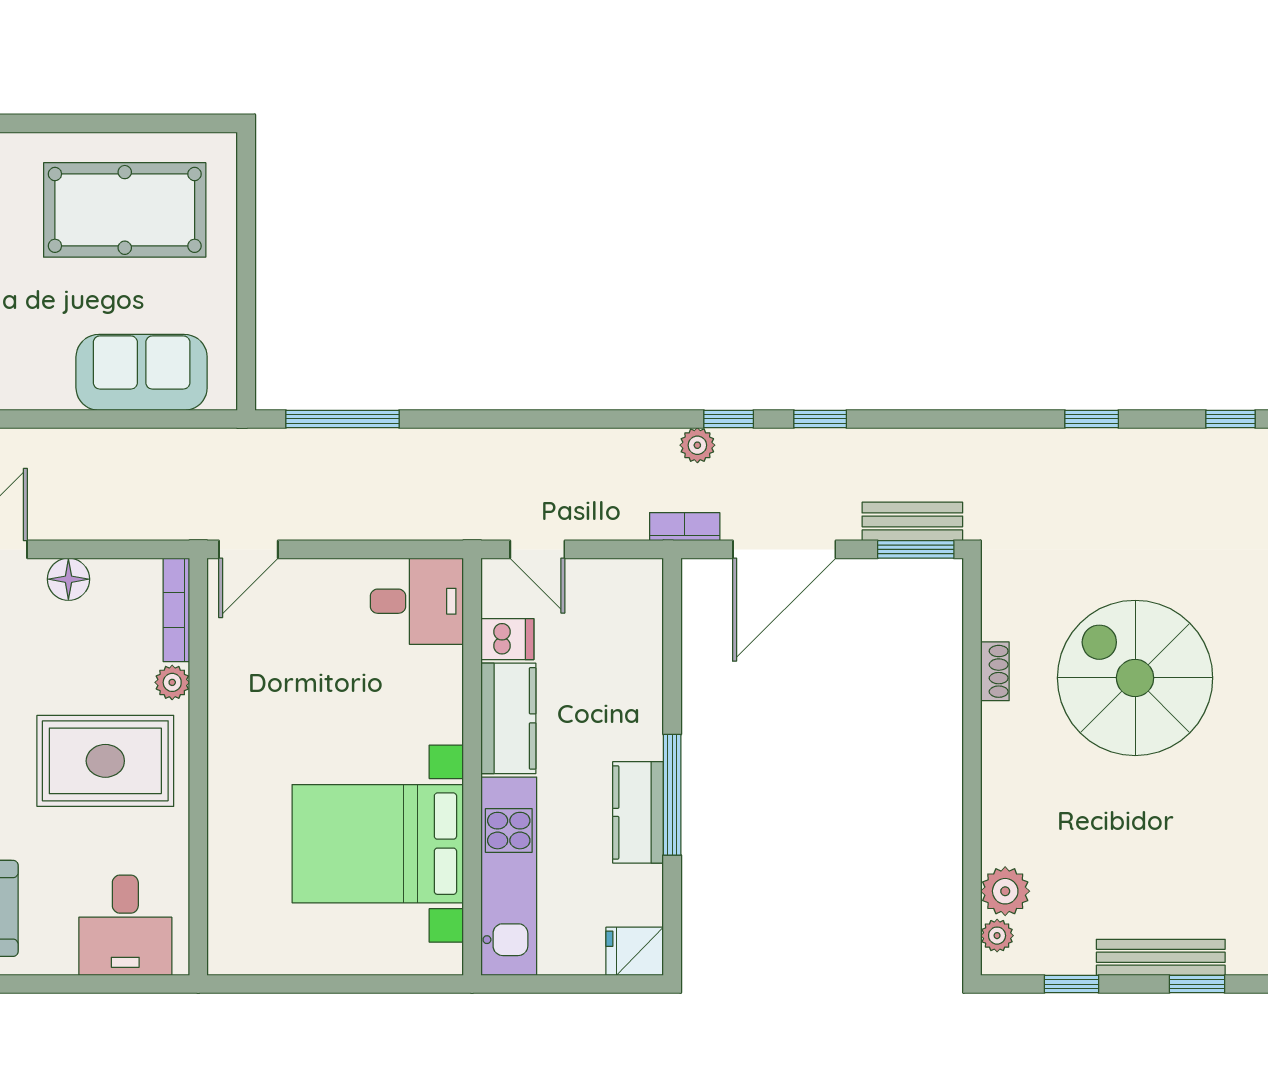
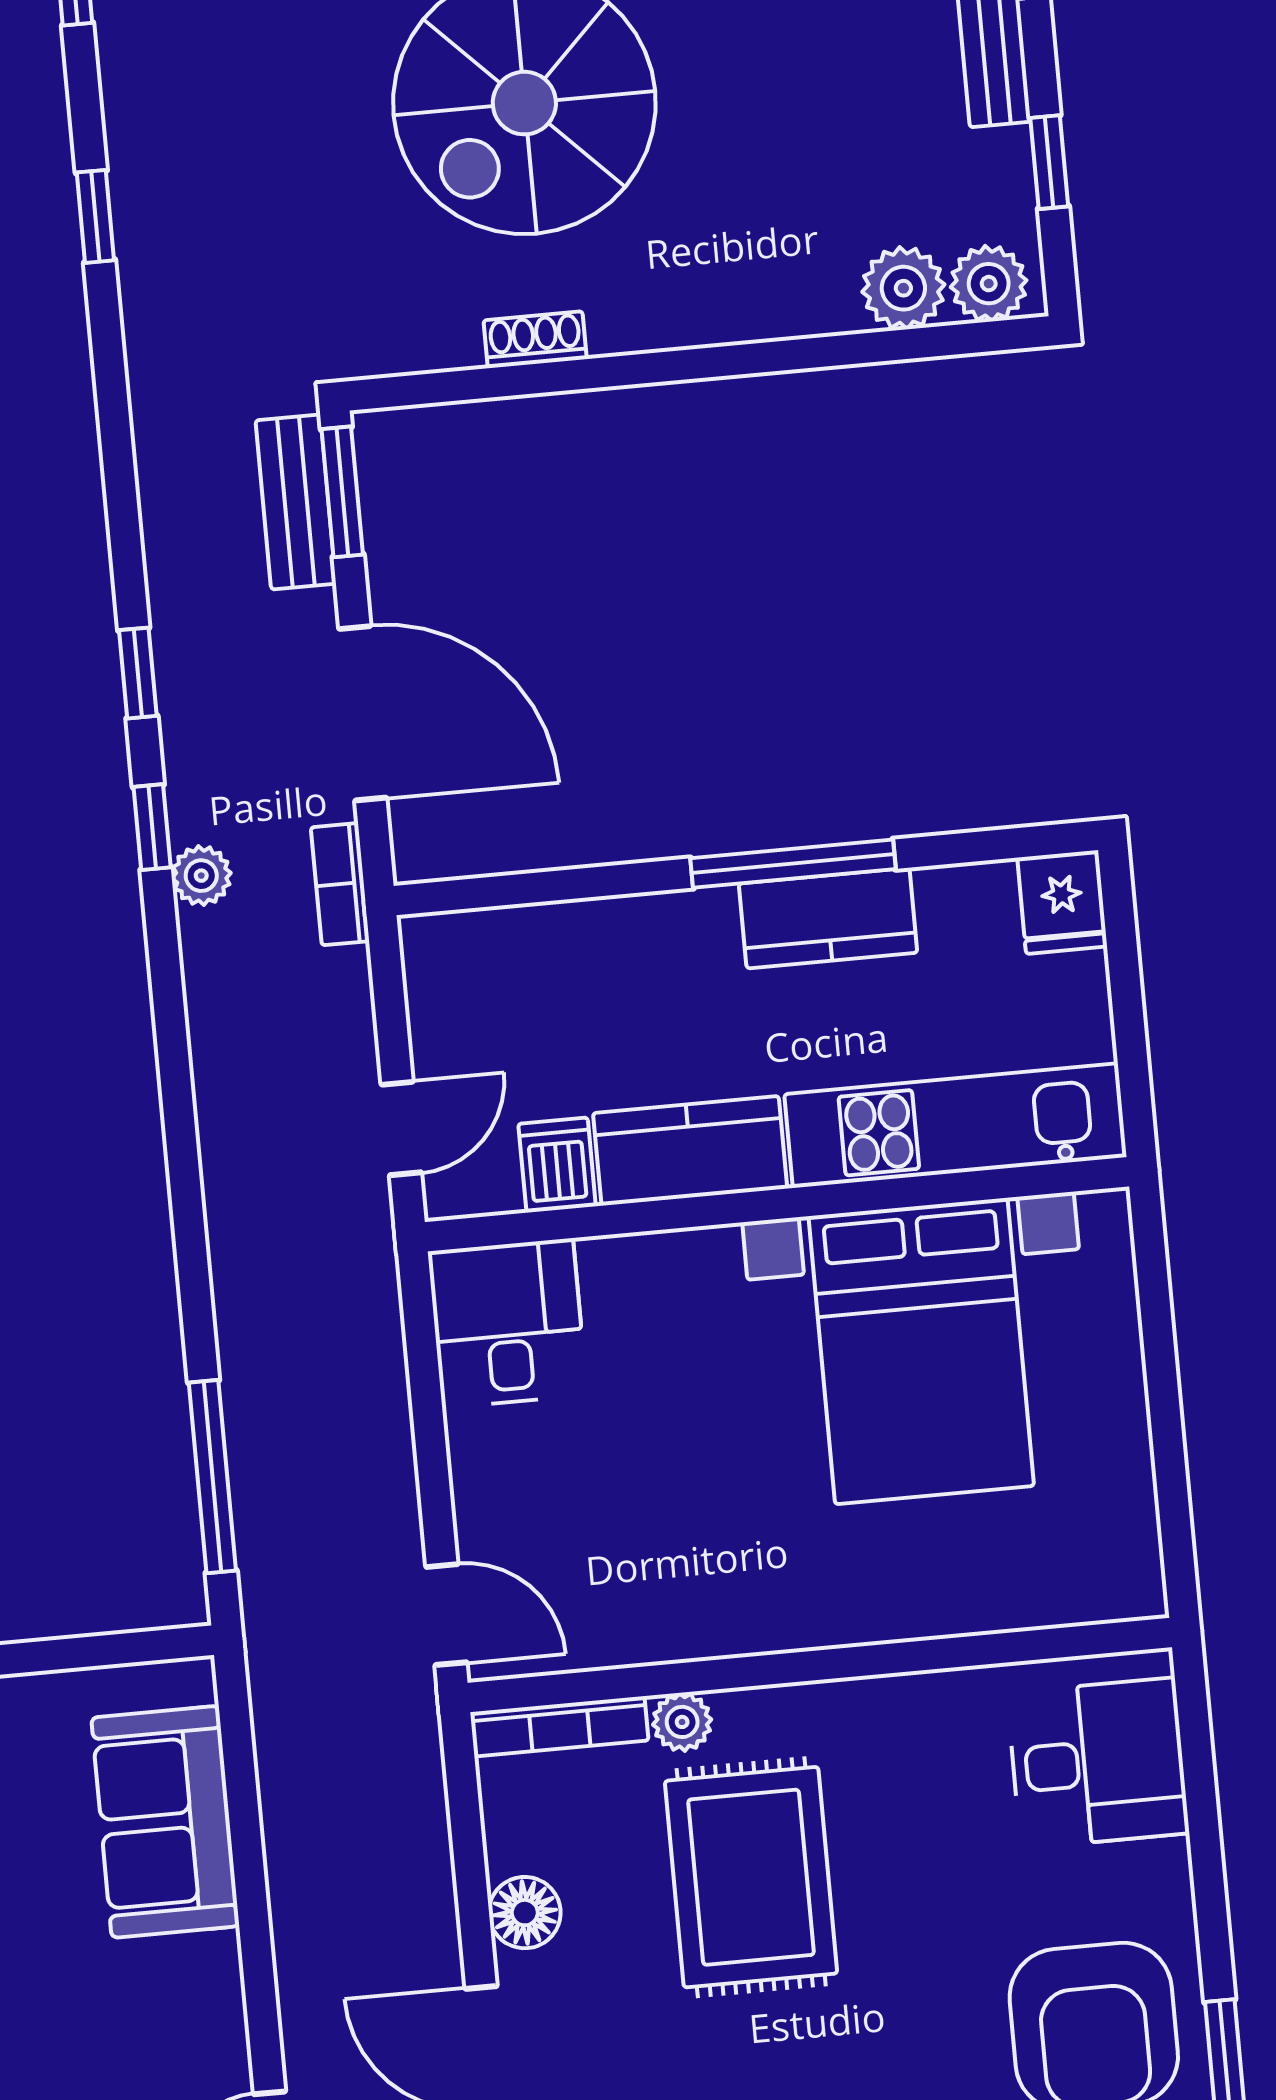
rug: (105, 761) -> (751, 1877), moved
plant: (997, 936) -> (989, 284), width x1.38, depth x1.38

